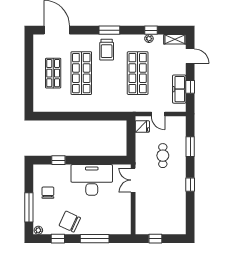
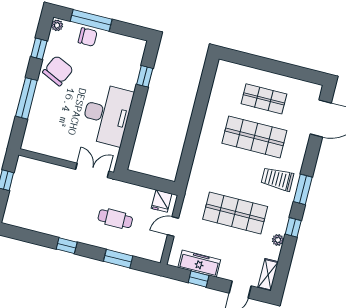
window: (151, 30) -> (293, 227), moved
chair: (48, 193) -> (88, 37), moved

